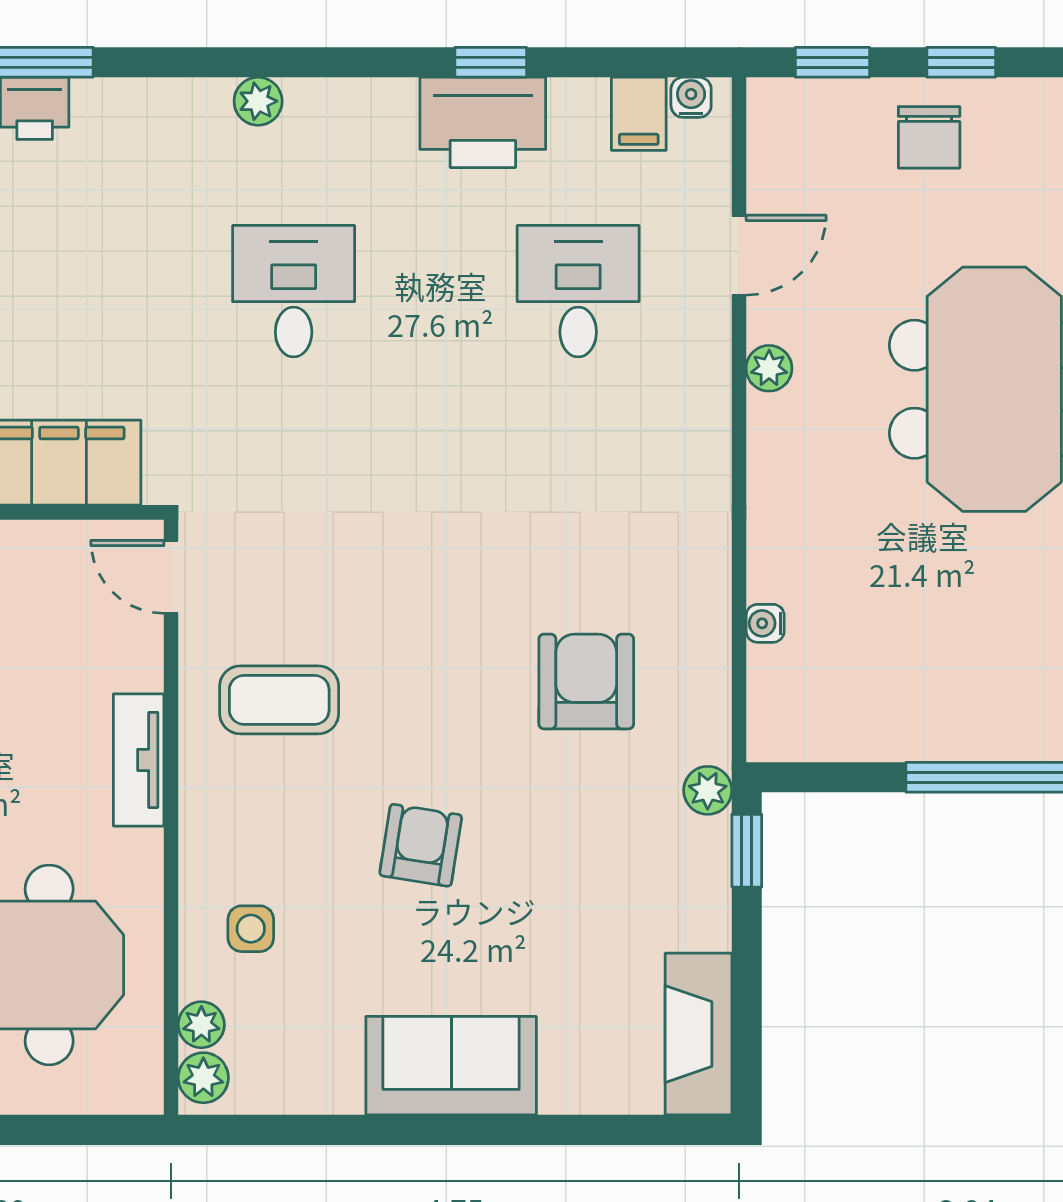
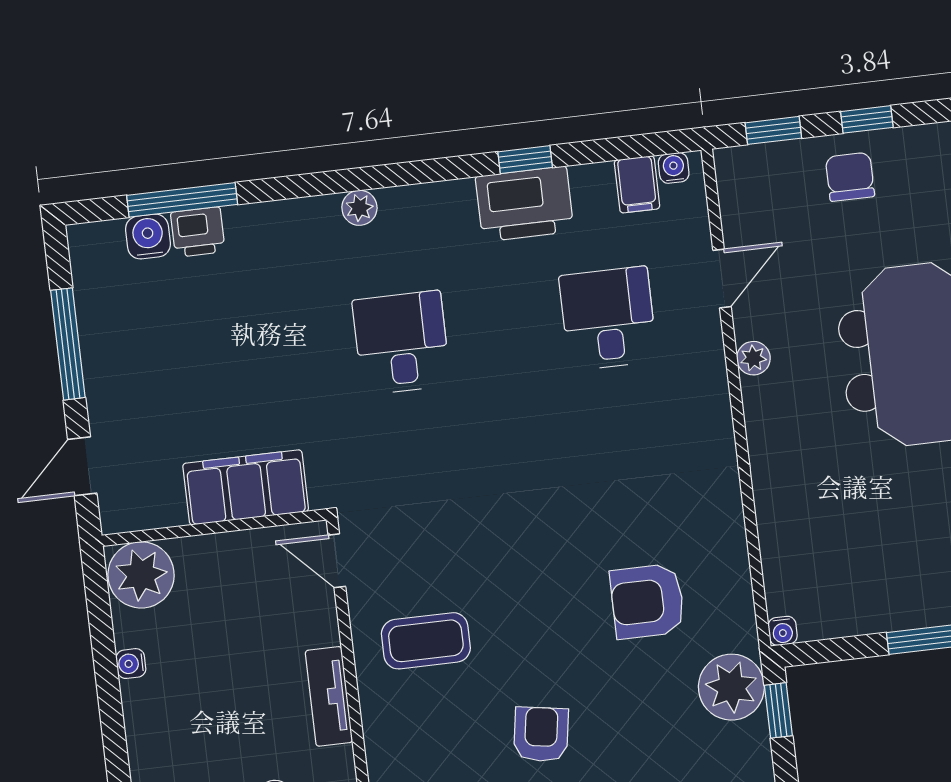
chair: (929, 137) -> (850, 177), turned 180
water cooler: (765, 623) -> (783, 631), moved, turned -90
armchair: (586, 682) -> (647, 601), turned -90
plant: (708, 790) -> (731, 687), width x1.88, depth x1.88

